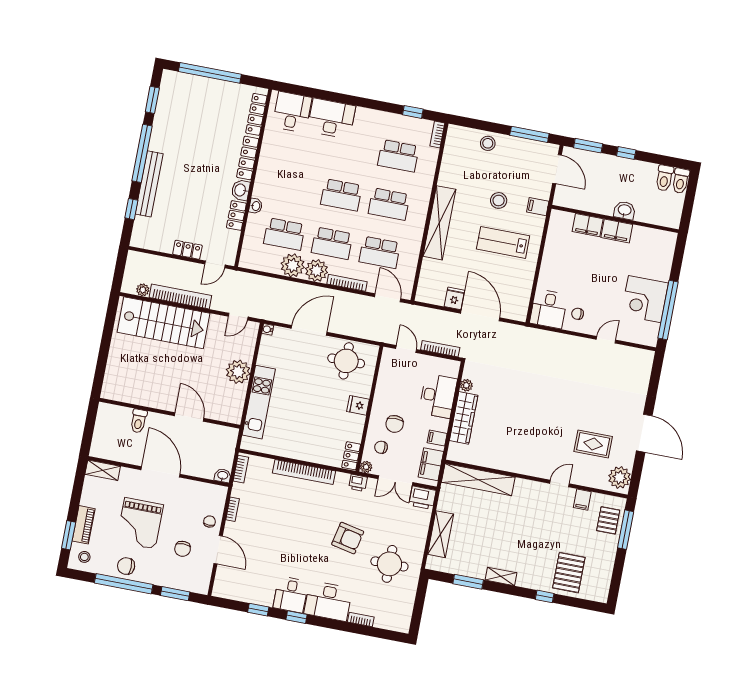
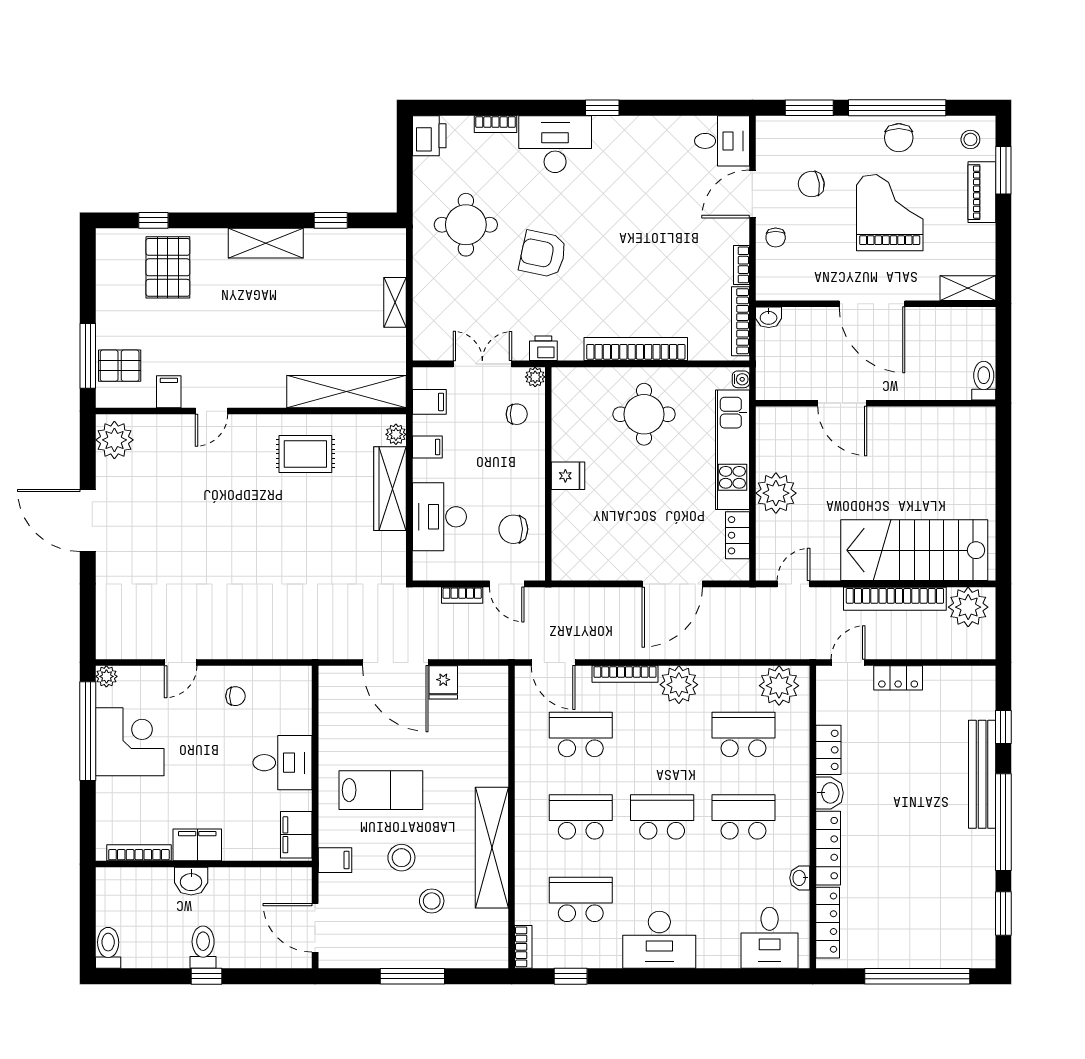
desk: (331, 118) -> (659, 940), moved
window: (529, 134) -> (412, 976), moved
stool: (488, 143) -> (432, 901), moved
window: (588, 146) -> (271, 976), removed
toilet: (664, 178) -> (203, 947), moved
washbasin: (256, 206) -> (800, 878), moved
shelving: (439, 223) -> (492, 848), moved
filing cabinet: (588, 225) -> (296, 835), moved, turned -90
bookcase: (652, 233) -> (139, 853), added
school desk: (332, 243) -> (743, 817), moved
plant: (293, 265) -> (779, 686), moved
plant: (143, 290) -> (968, 607), width x1.87, depth x1.87
desk: (549, 309) -> (283, 763), moved, turned 90
water cooler: (268, 329) -> (741, 379), moved
plant: (651, 340) -> (106, 676), added
bookcase: (440, 349) -> (462, 595), width x0.64
round table: (346, 361) -> (644, 414), moved
plant: (466, 385) -> (396, 434), moved
toilet: (139, 421) -> (984, 381), moved
chair: (395, 424) -> (513, 529), moved, turned -90
rug: (593, 444) -> (305, 454), moved
locker: (351, 456) -> (737, 535), moved, turned 180
filing cabinet: (431, 464) -> (429, 402), width x0.50
bookcase: (241, 469) -> (740, 321), width x1.56
printer: (422, 498) -> (429, 136), moved, turned 90
pallet: (608, 520) -> (120, 366), turned 90
shelving: (441, 534) -> (395, 302), width x0.67, depth x0.75
chair: (183, 549) -> (811, 184), turned -98
door: (218, 550) -> (752, 194), hinge flipped
chair: (126, 566) -> (899, 138), turned 90
shelving: (501, 576) -> (266, 243), width x1.50, depth x1.33
window: (468, 582) -> (331, 220), width x0.67
desk: (291, 595) -> (722, 141), moved, turned 90
window: (545, 596) -> (153, 220), moved
window: (258, 610) -> (667, 108), removed

